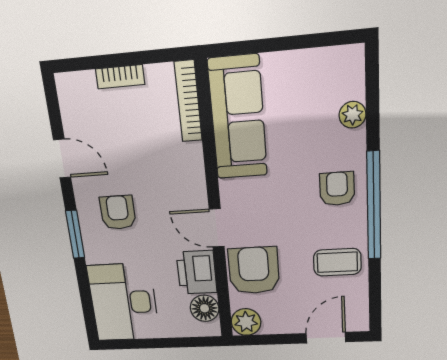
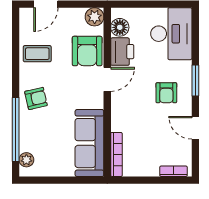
bookcase: (120, 77) -> (174, 171), moved
plant: (352, 115) -> (26, 160), moved
armchair: (337, 189) -> (36, 98), turned -103
window: (374, 206) -> (16, 130), moved
door: (217, 228) -> (107, 79), hinge flipped

